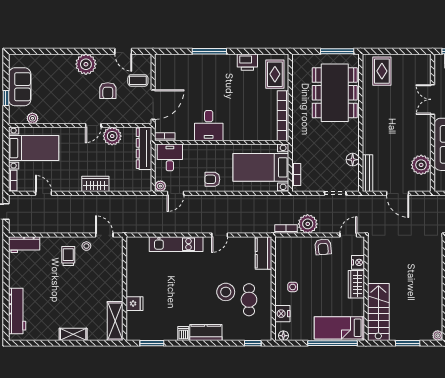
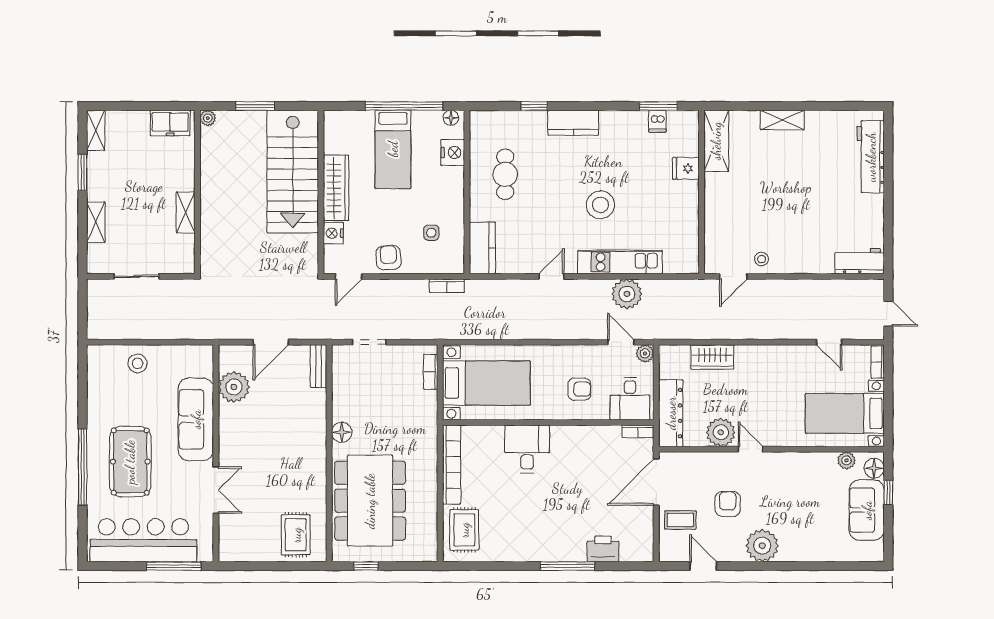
window: (337, 51) -> (366, 566), width x0.46
printer: (247, 62) -> (603, 549), moved
floor lamp: (15, 113) -> (874, 468), added
door: (93, 125) -> (751, 449), hinge flipped
desk: (209, 126) -> (527, 449), moved
floor lamp: (353, 160) -> (342, 432), moved
bench: (367, 173) -> (318, 366), width x0.73
armchair: (212, 179) -> (579, 389), moved
wardrobe: (95, 184) -> (712, 357), moved
door: (176, 193) -> (621, 342), hinge flipped
door: (398, 193) -> (271, 342), swing flipped
plant: (308, 224) -> (627, 294), moved
door: (104, 235) -> (733, 276), hinge flipped
trolley: (68, 256) -> (790, 243), removed
wardrobe: (356, 284) -> (336, 188), width x1.50
side table: (293, 287) -> (431, 233), moved
stool: (226, 292) -> (600, 205), moved
stairs: (378, 312) -> (293, 172), width x1.36, depth x1.51
bed: (339, 328) -> (393, 149), moved, turned 90
dishwasher: (183, 333) -> (657, 121), moved
window: (253, 343) -> (534, 106), moved
window: (333, 343) -> (404, 106), moved

